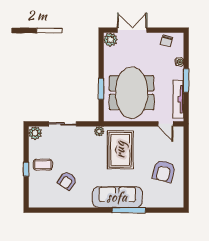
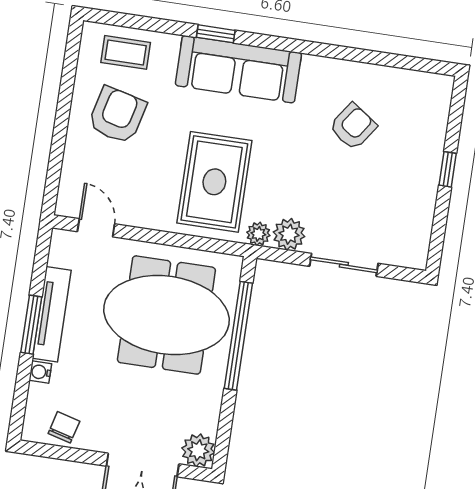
window: (101, 89) -> (238, 336), width x2.11
meeting table: (132, 93) -> (166, 315), turned 90
tv unit: (178, 99) -> (52, 314), moved
plant: (35, 133) -> (289, 234), moved
coffee table: (43, 165) -> (126, 52), moved
window: (129, 210) -> (216, 34), width x0.46

